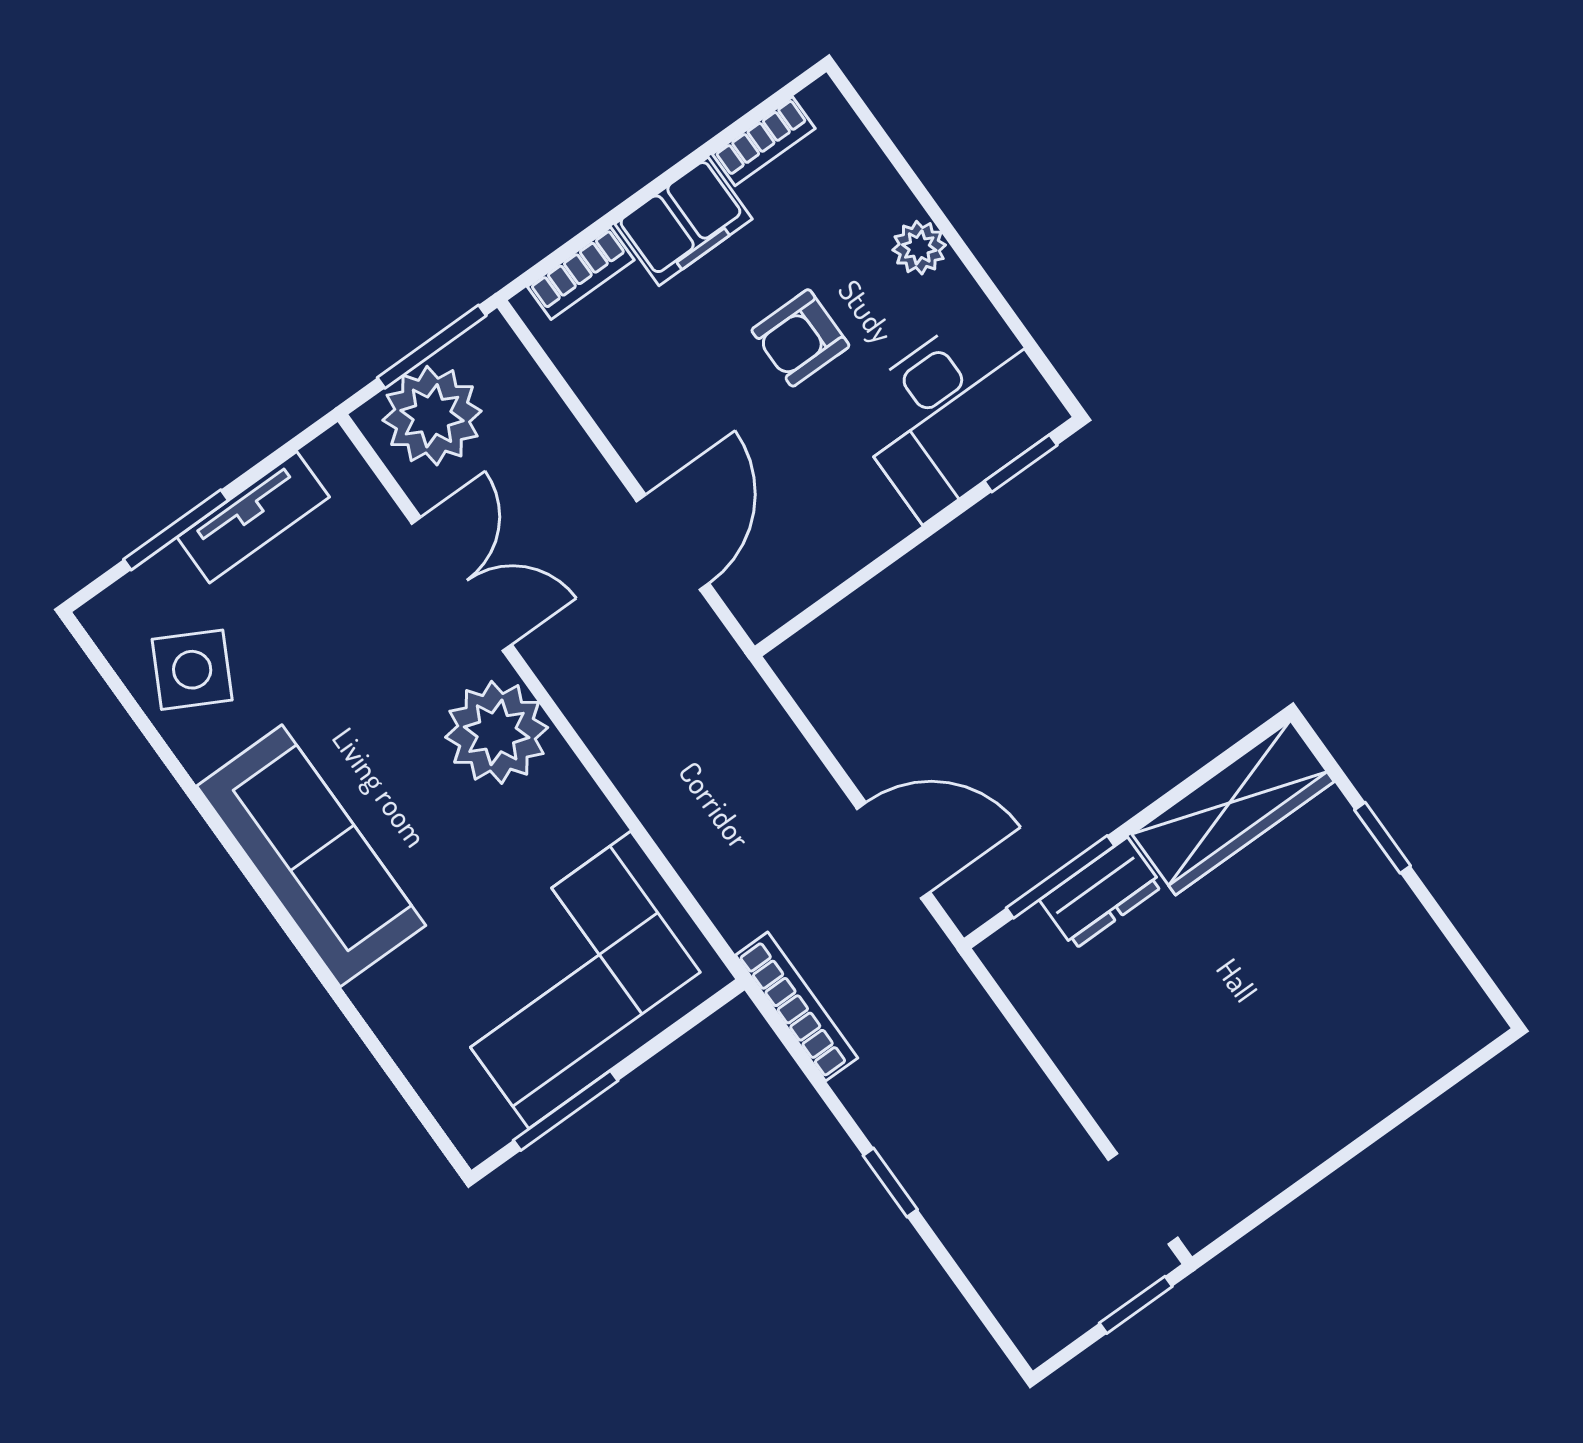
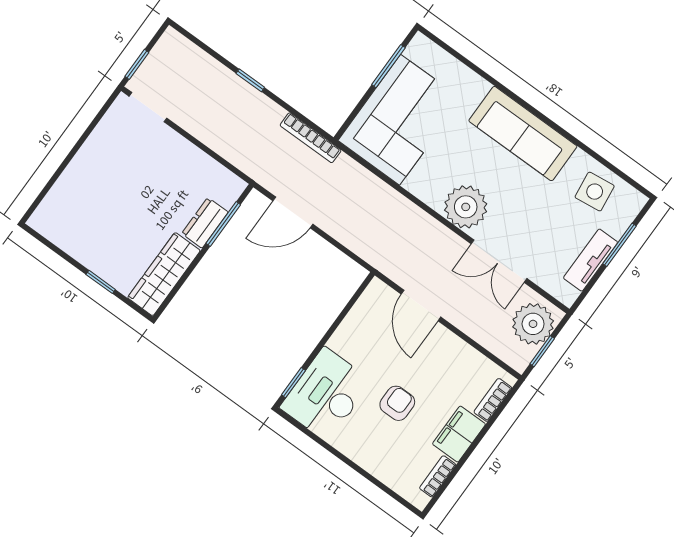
plant: (919, 248) -> (362, 455), removed
window: (432, 347) -> (542, 351), width x0.67
side table: (192, 670) -> (595, 192), turned -35

